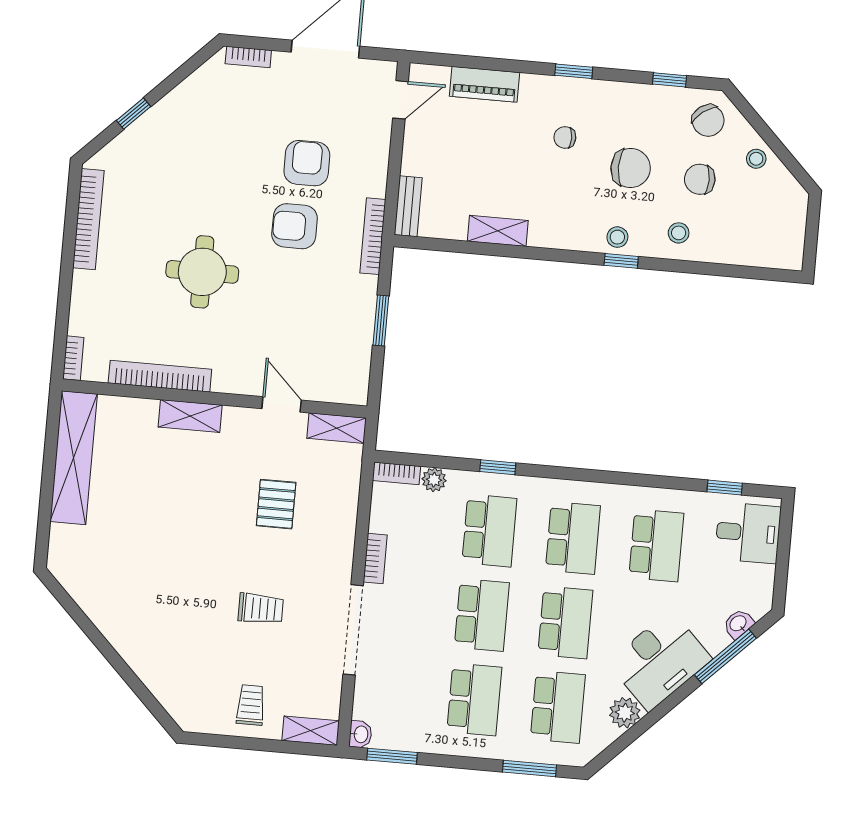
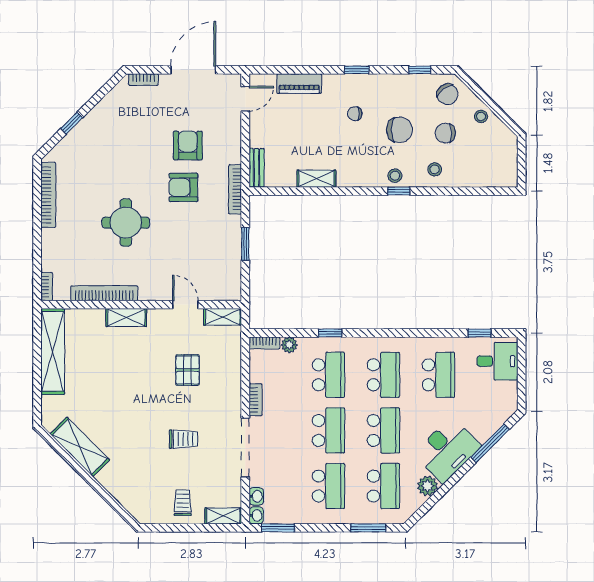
shelving: (102, 606) -> (80, 447), added
washbasin: (738, 624) -> (256, 496), moved, turned 135

